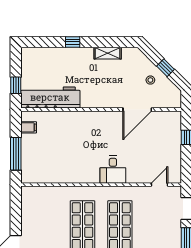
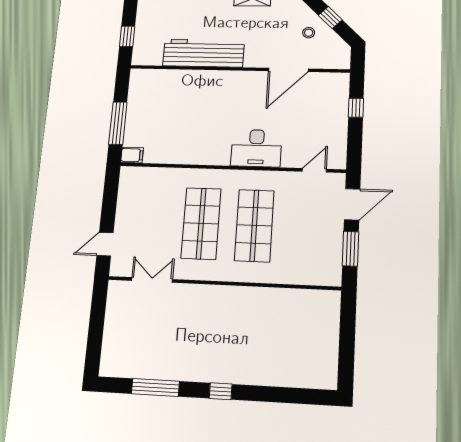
workbench: (50, 97) -> (204, 53), moved
filing cabinet: (29, 127) -> (132, 155), moved
desk: (113, 170) -> (256, 148), width x1.37

